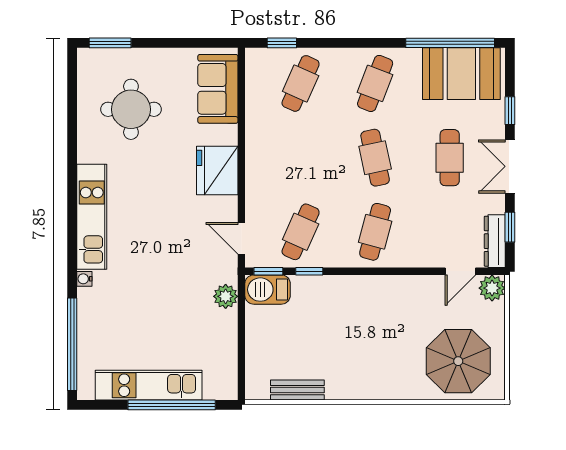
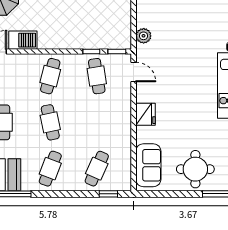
round table: (131, 109) -> (195, 169), moved
fridge: (217, 171) -> (145, 114), width x0.73, depth x0.75
cafe table: (301, 232) -> (97, 76), turned -33
barbecue: (268, 290) -> (23, 40), moved

